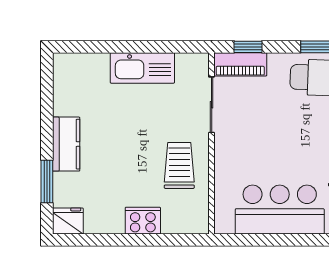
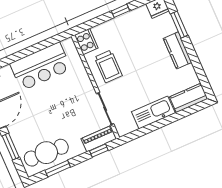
kitchen counter: (81, 66) -> (189, 98), added
cooker: (143, 221) -> (86, 42), moved, turned -90
window: (125, 240) -> (121, 11), added

